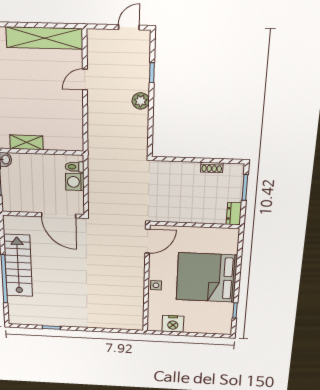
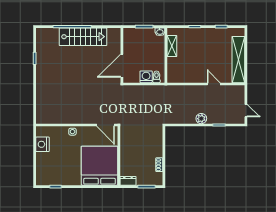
bed: (207, 278) -> (99, 166), moved

